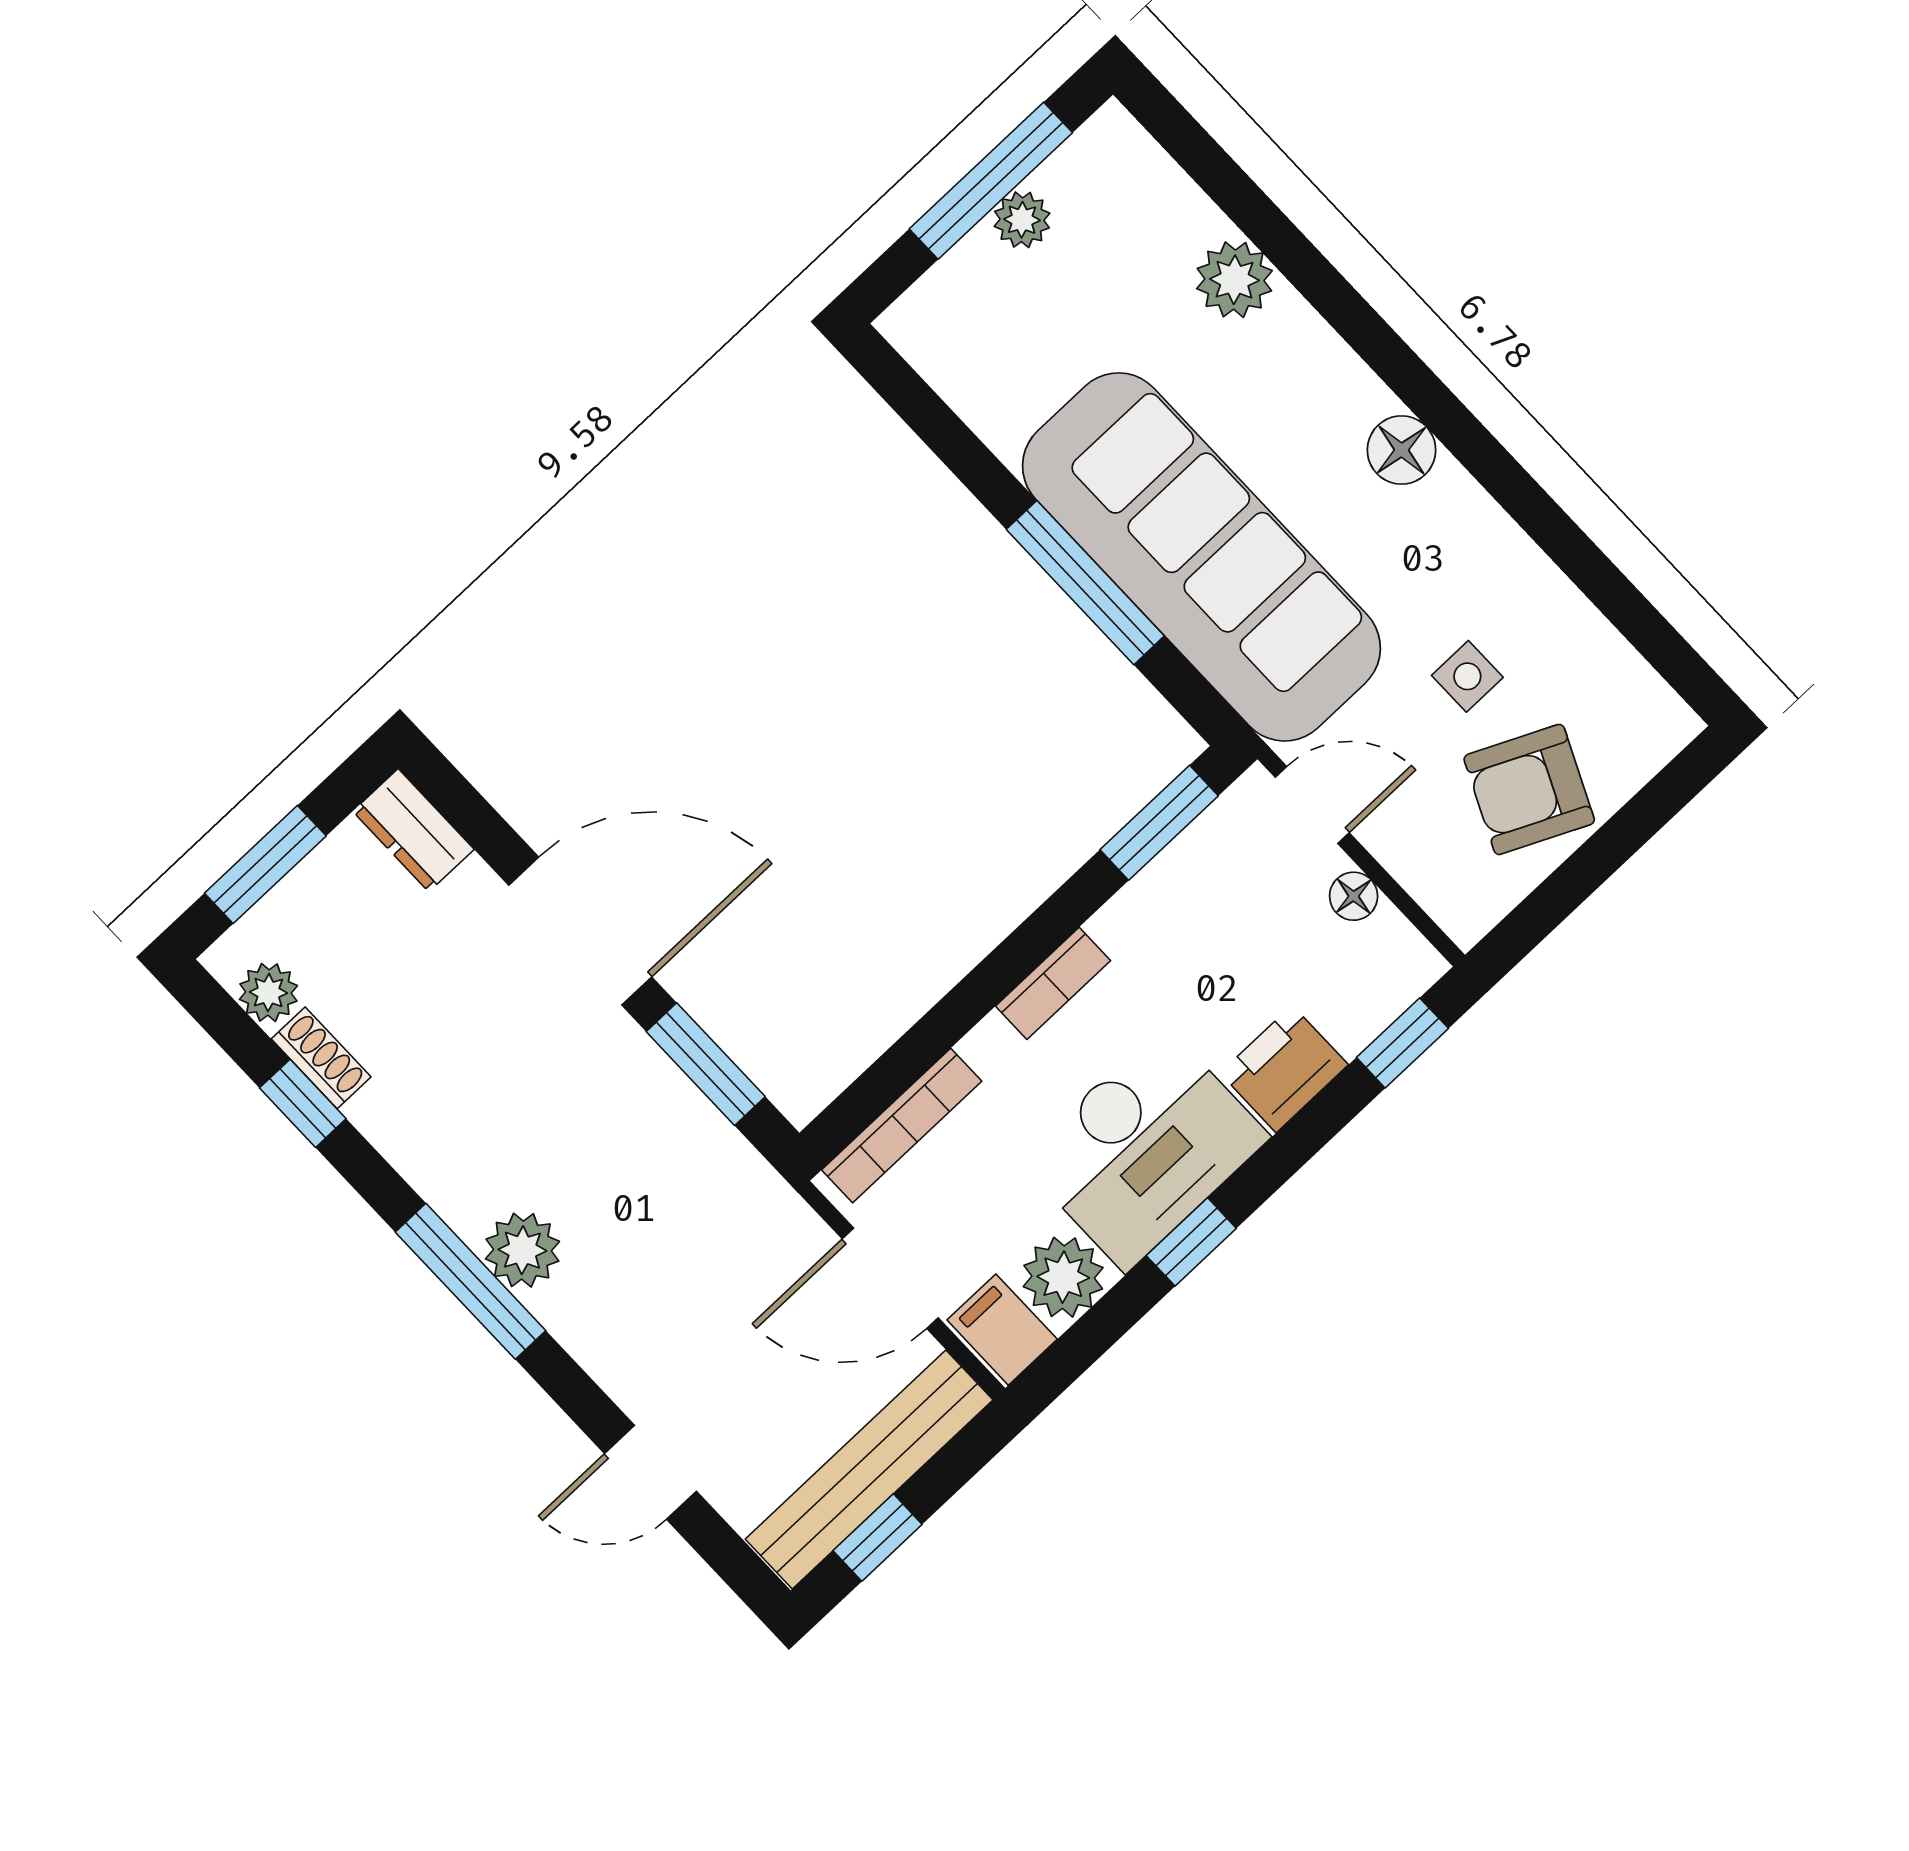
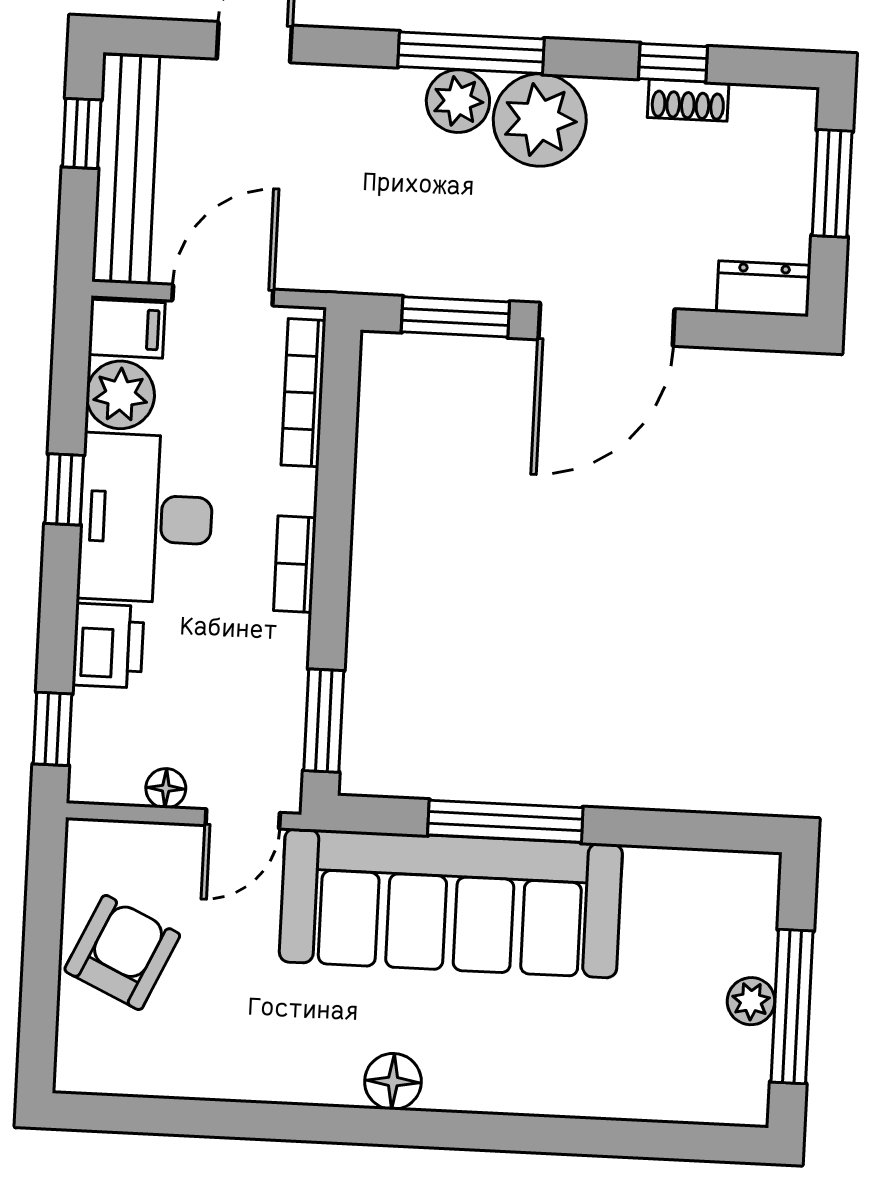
plant: (1234, 280) -> (590, 1087), removed
side table: (1467, 676) -> (224, 984), removed
plant: (268, 993) -> (540, 120), moved, width x1.87, depth x1.87

